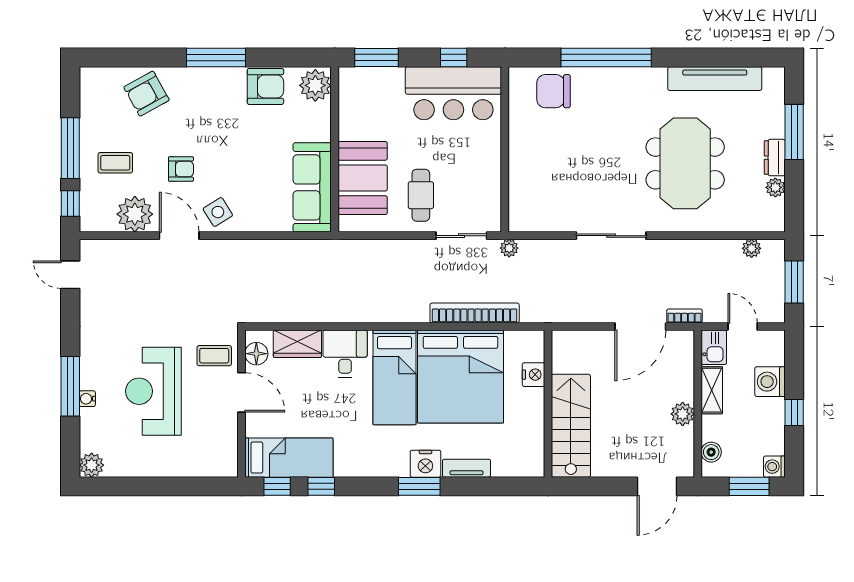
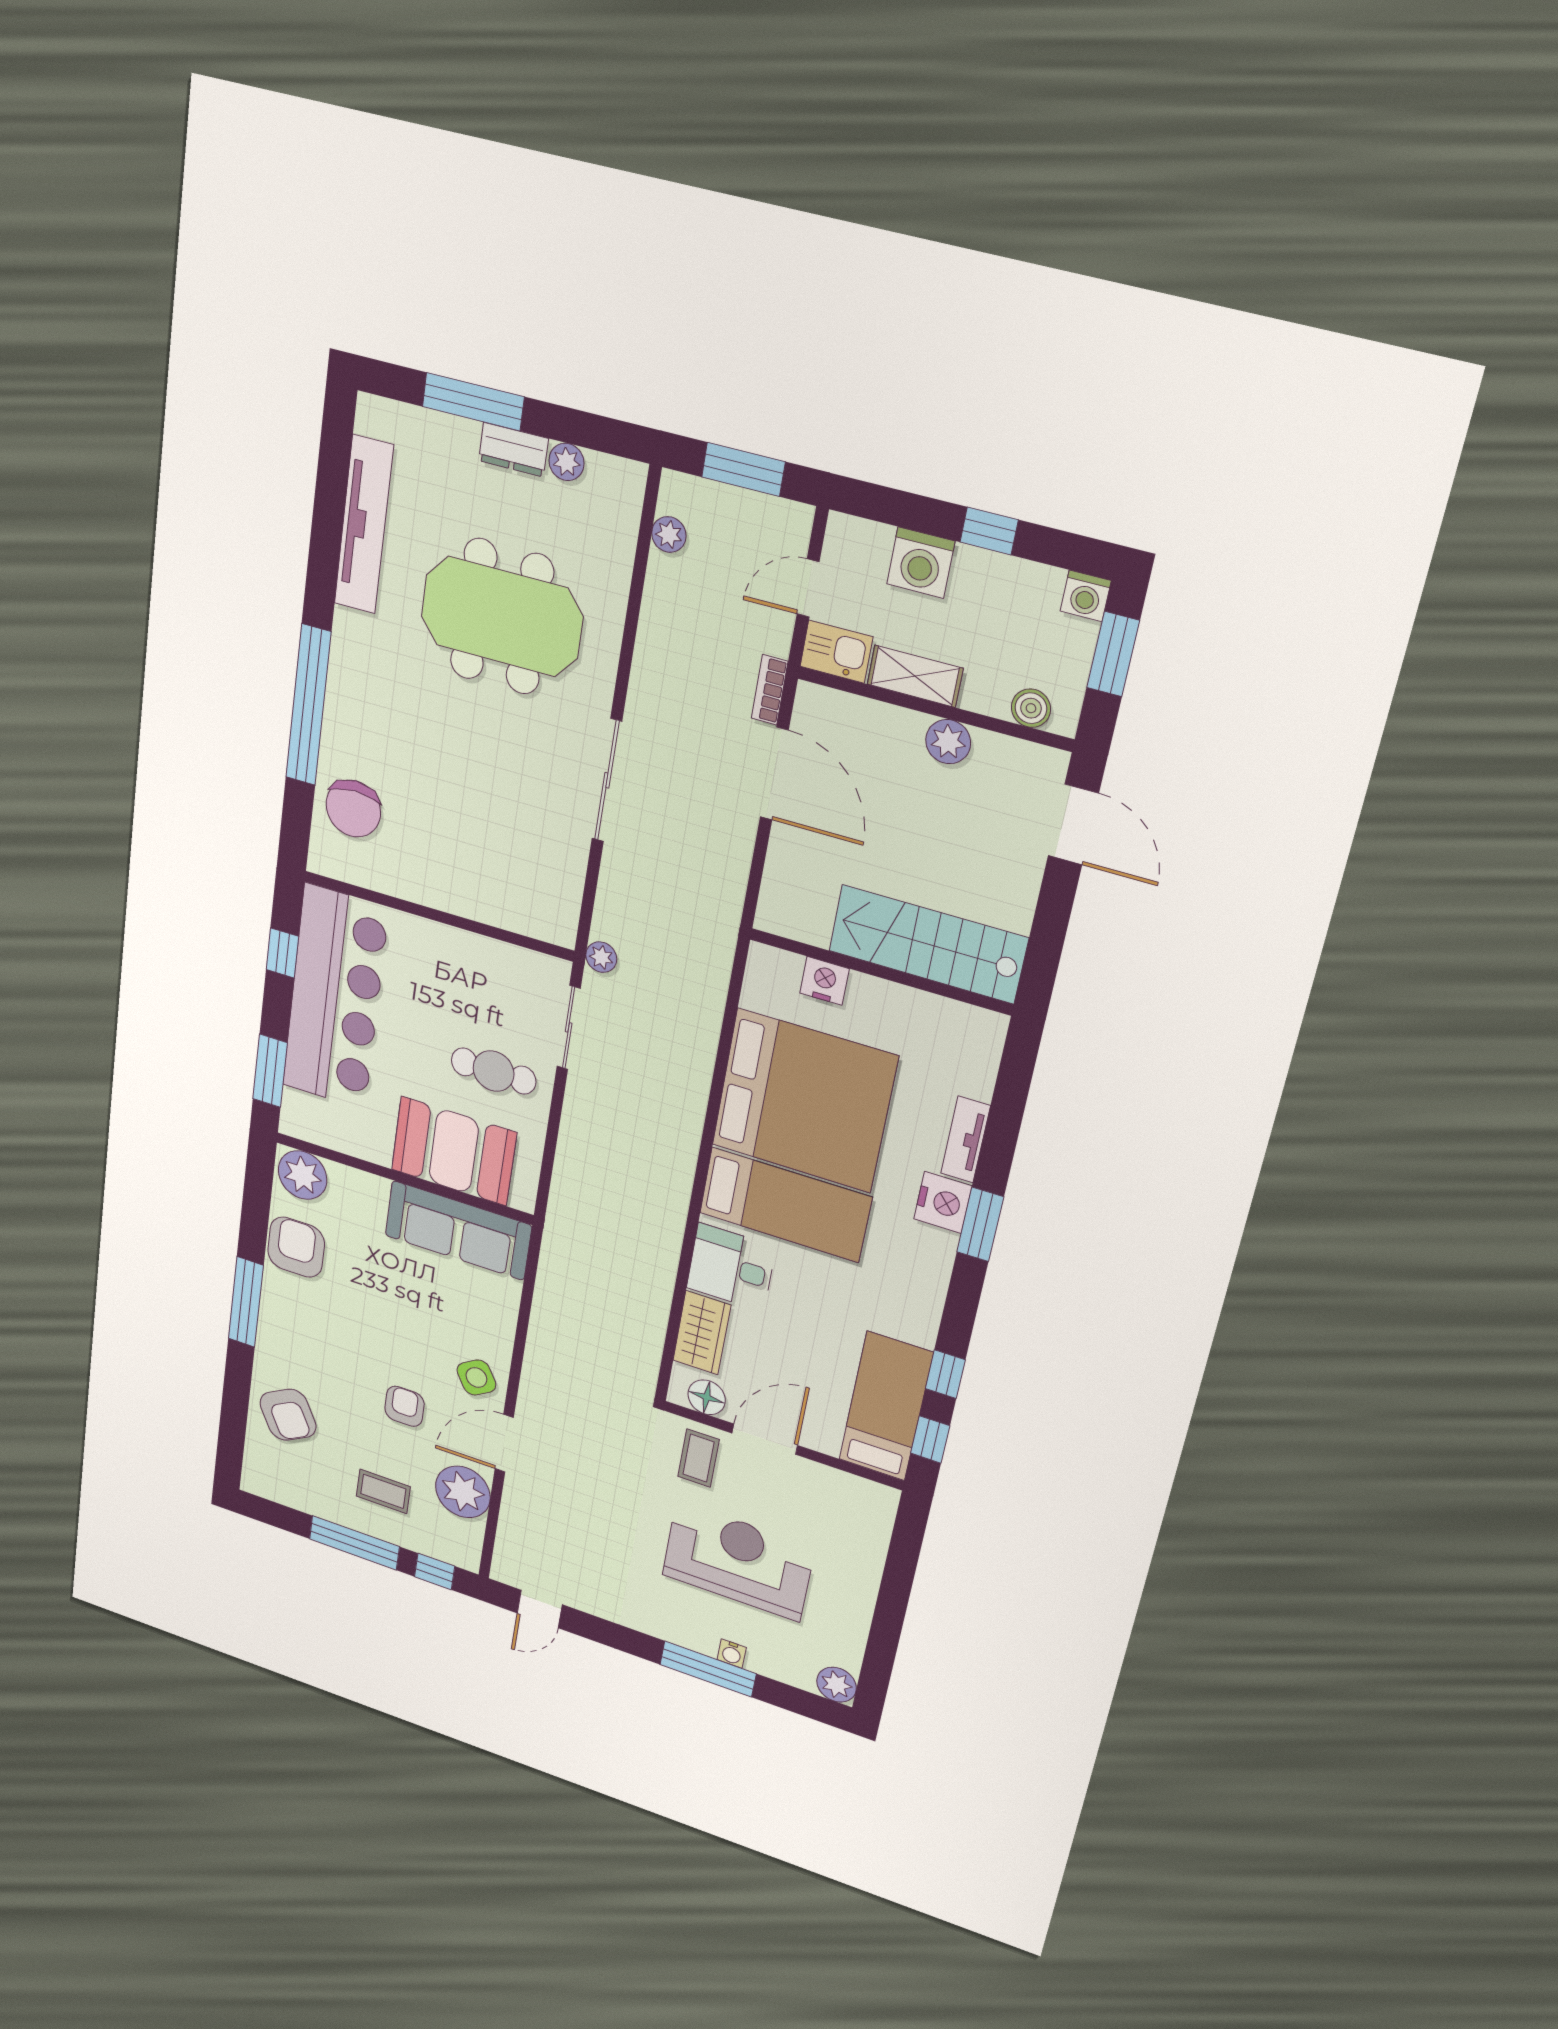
bar counter: (453, 93) -> (335, 998), width x1.36
coffee table: (115, 163) -> (383, 1491), turned 90
bookcase: (475, 313) -> (701, 1046), removed
reception desk: (153, 391) -> (738, 1561), turned 180

